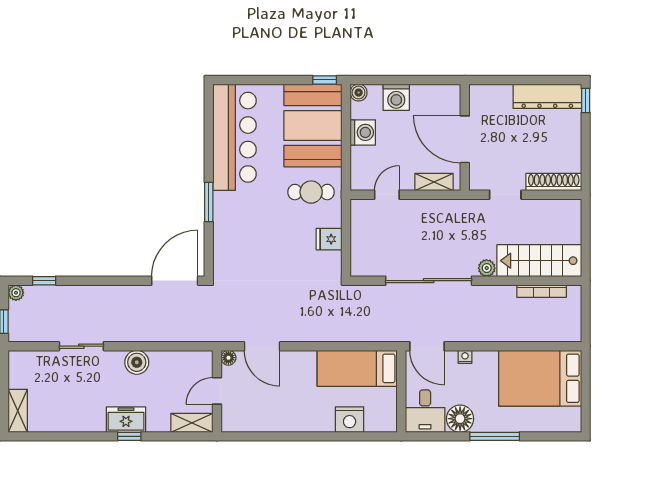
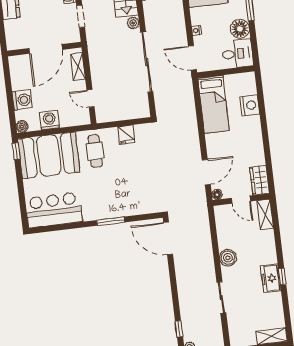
bar counter: (235, 137) -> (54, 210), width x0.73
door: (427, 346) -> (192, 58), swing flipped
freezer: (126, 420) -> (271, 278), moved
wardrobe: (241, 420) -> (259, 180), added
window: (129, 436) -> (282, 277), moved

